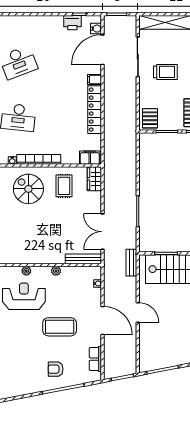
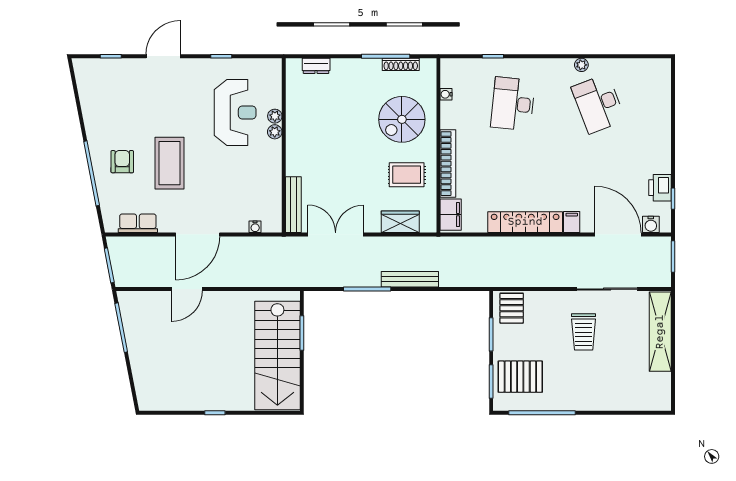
pallet: (150, 118) -> (512, 308), turned 90
bookcase: (39, 159) -> (448, 164), moved
wardrobe: (94, 179) -> (400, 222), moved
spiral stairs: (28, 189) -> (402, 119), turned 180
bench: (131, 263) -> (410, 279), moved, width x1.36
plant: (56, 271) -> (275, 132), moved
door: (138, 312) -> (187, 289), moved
coffee table: (60, 327) -> (169, 163), moved

